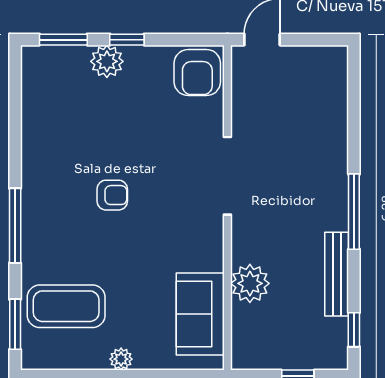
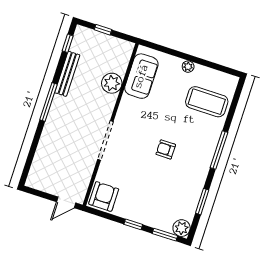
plant: (107, 61) -> (182, 228), moved
window: (15, 324) -> (202, 202), moved

